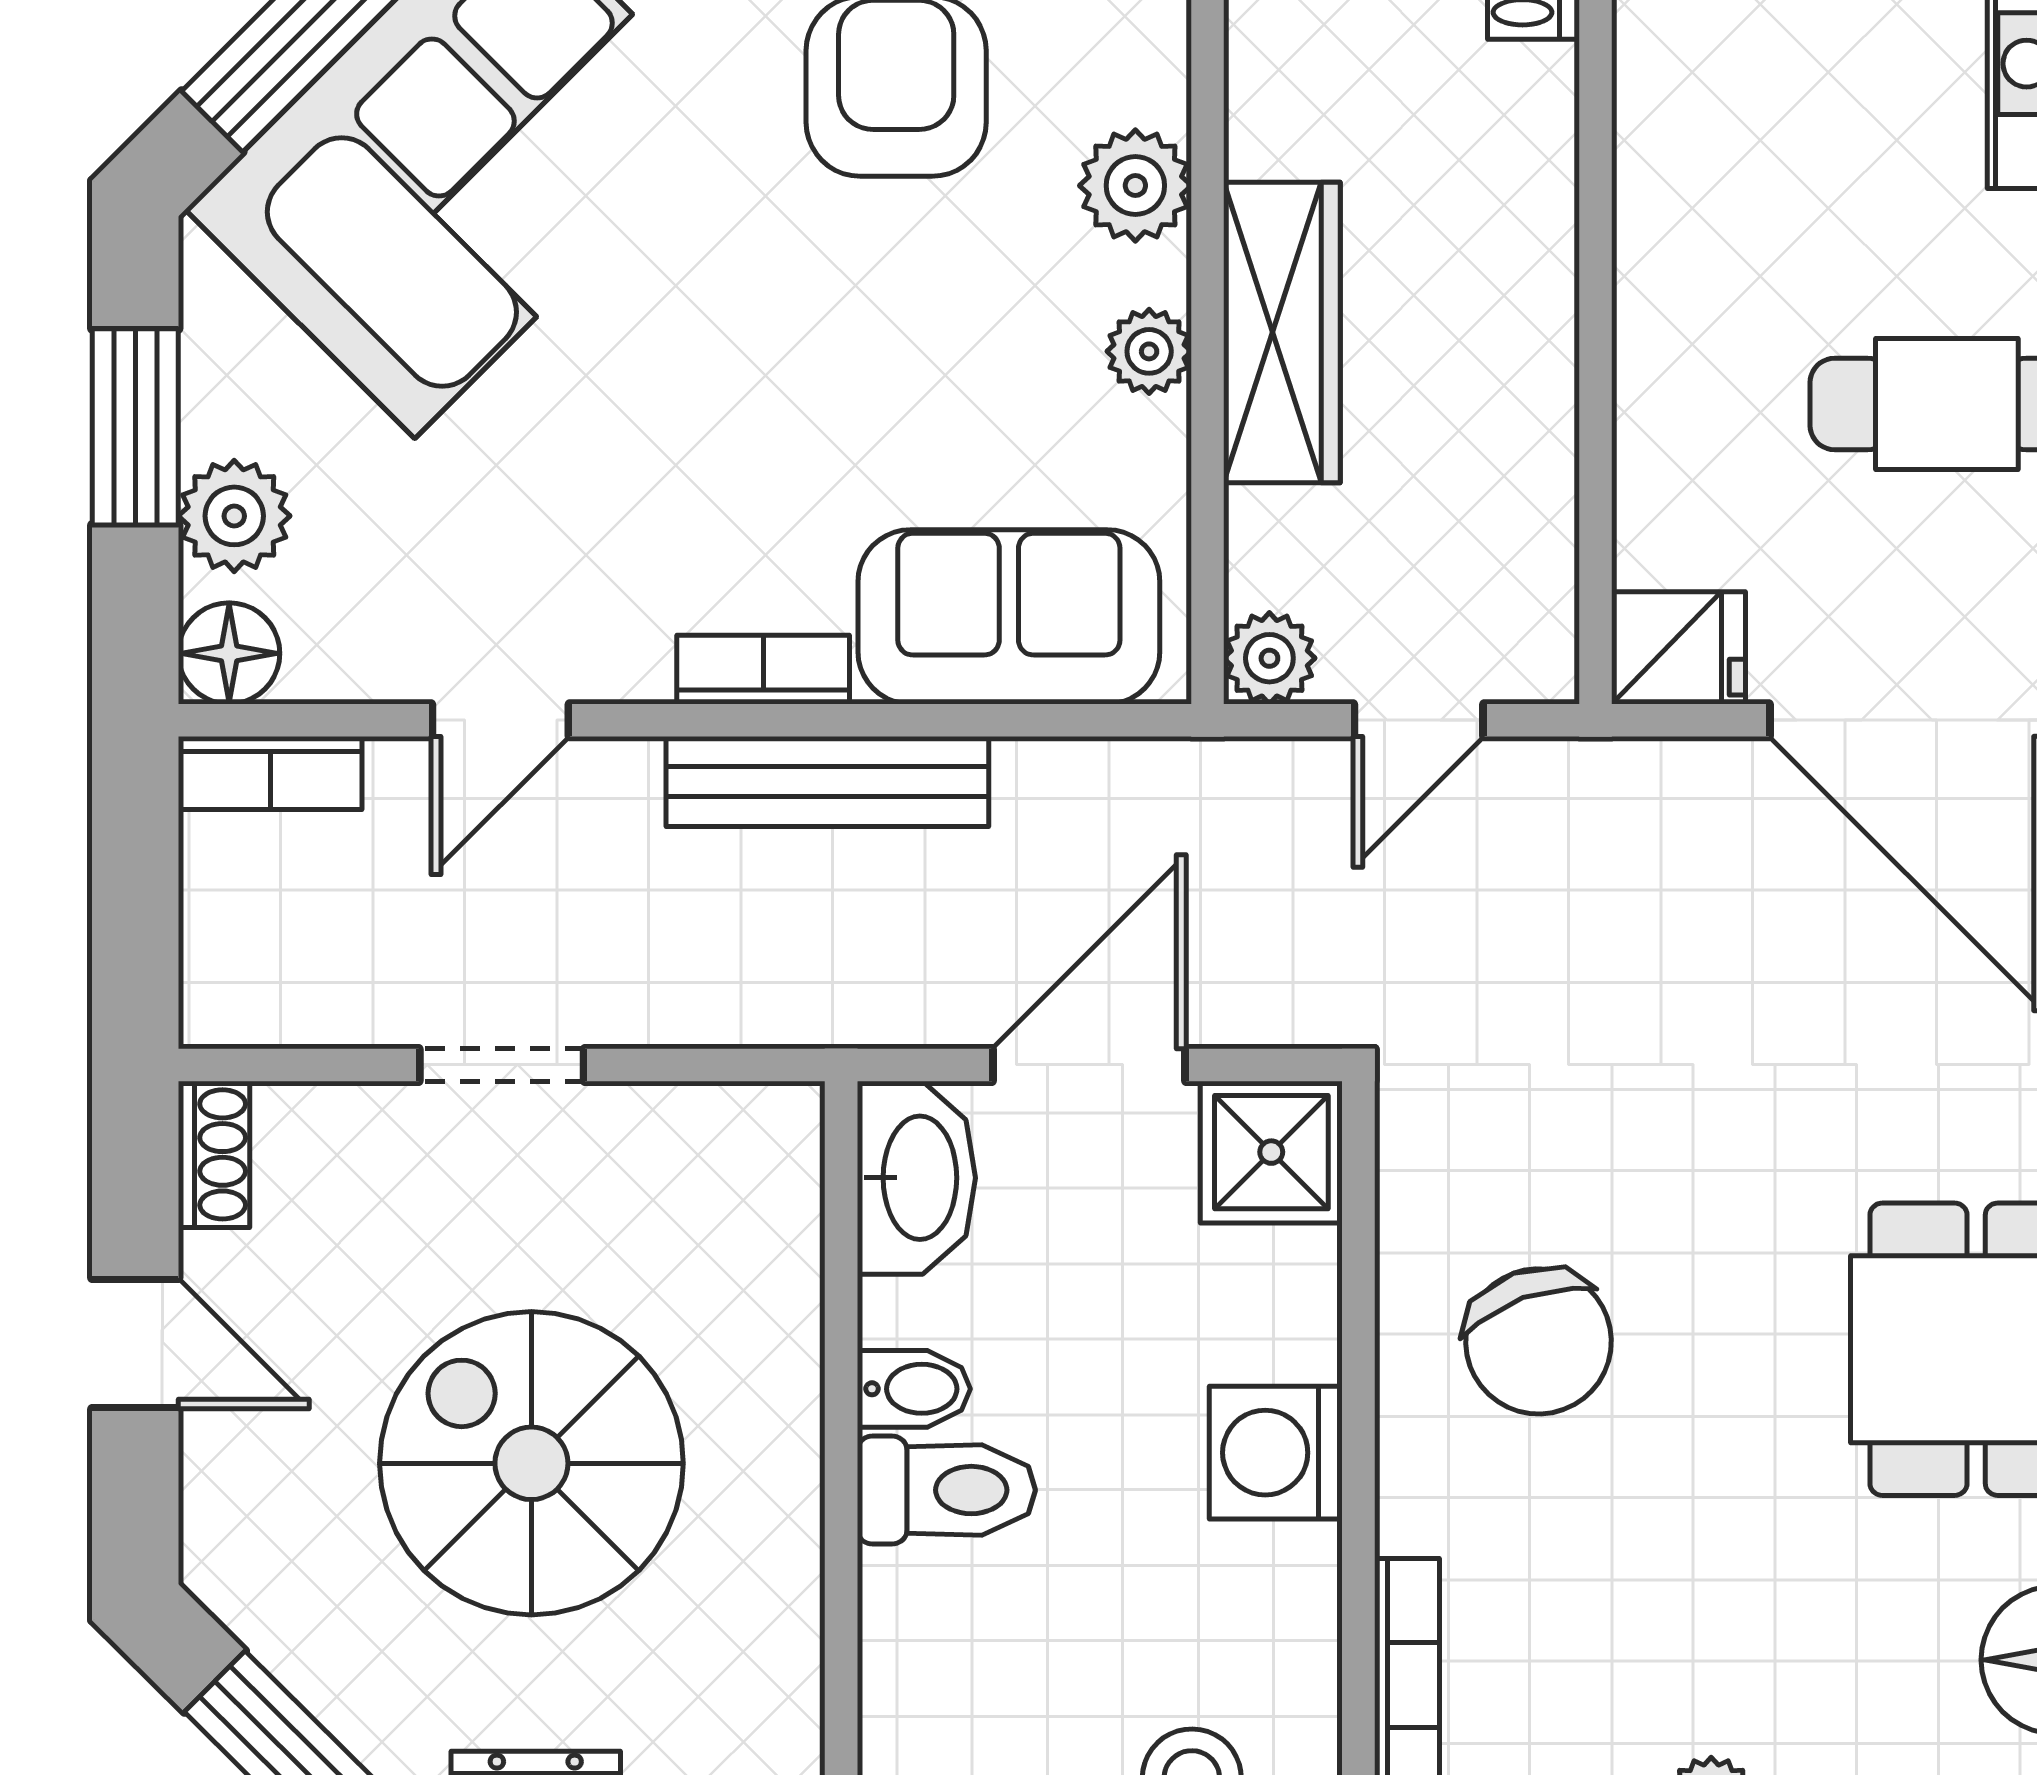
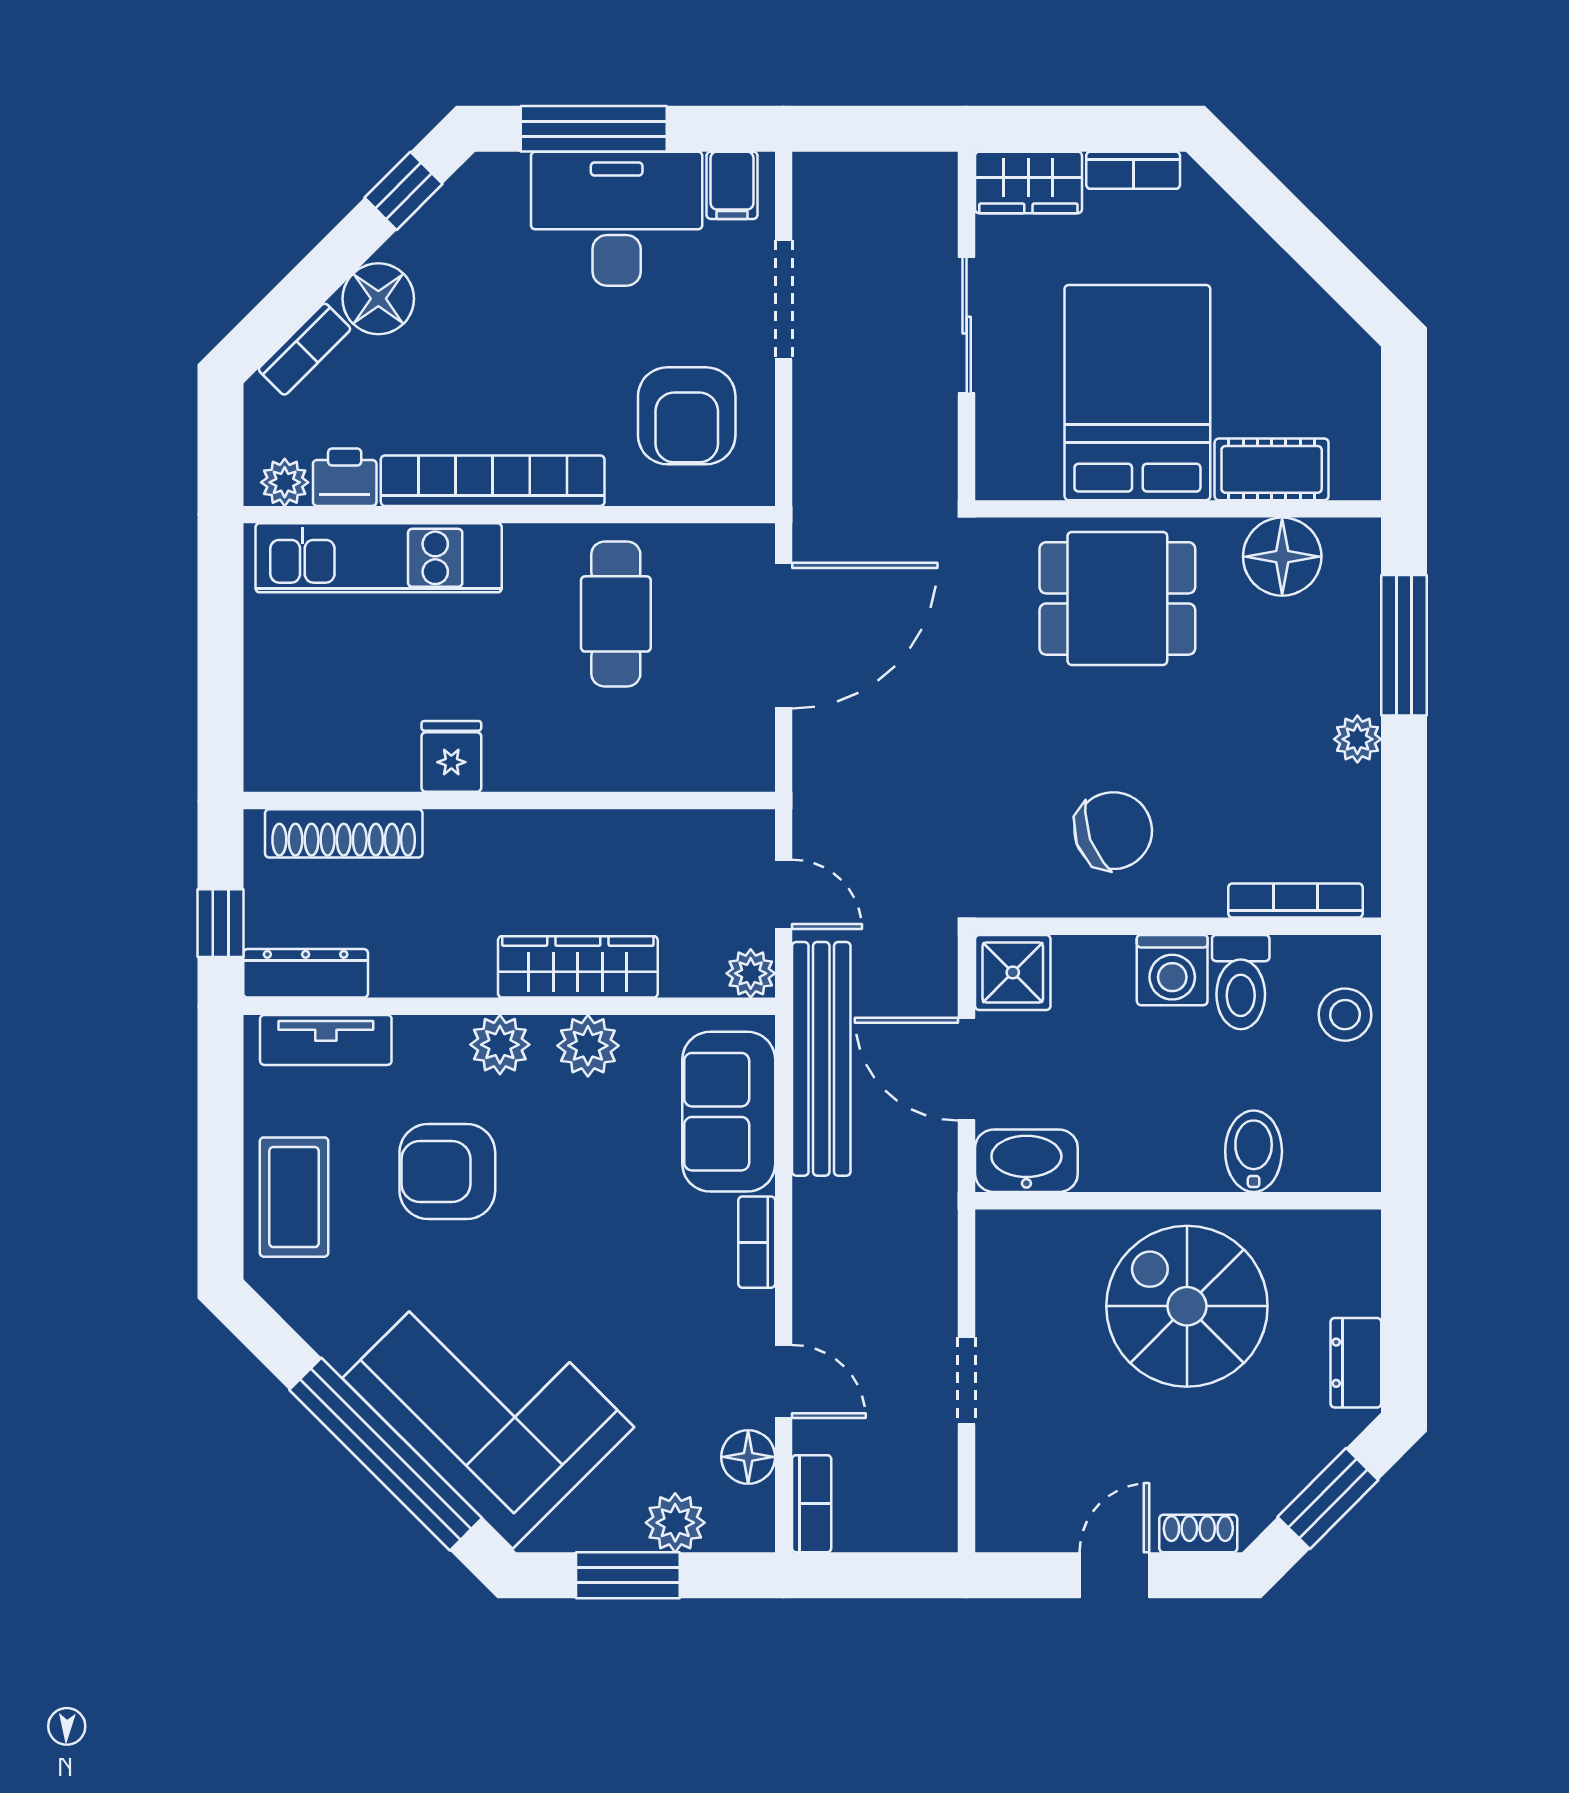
plant: (1149, 351) -> (588, 1046), width x1.38, depth x1.38
fridge: (1679, 648) -> (451, 756), moved
floor lamp: (229, 653) -> (748, 1457), moved
bench: (827, 781) -> (821, 1059), moved, width x1.37, depth x1.21
shoe rack: (214, 1154) -> (1198, 1533), moved
bidet: (914, 1389) -> (1254, 1151), moved, width x1.38, depth x1.36
spiral stairs: (531, 1463) -> (1187, 1306), moved, turned 90
toilet: (946, 1490) -> (1241, 982), moved, turned 180

